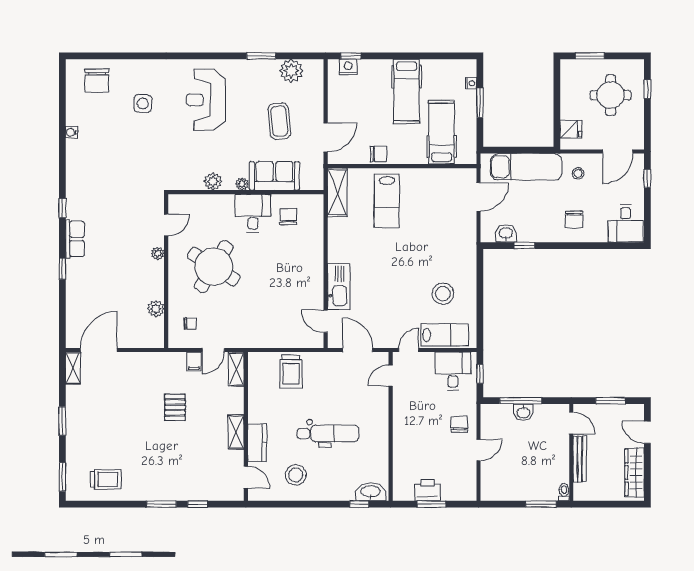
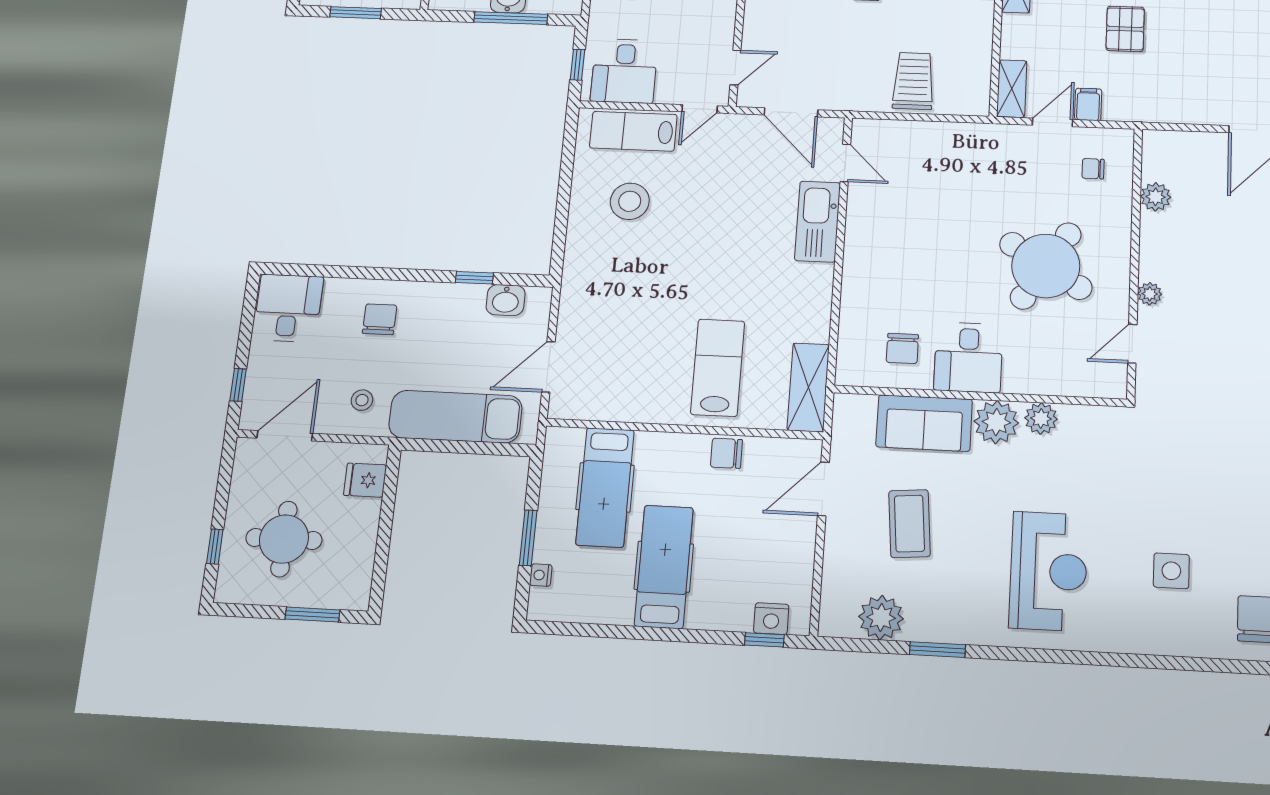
plant: (242, 184) -> (996, 422), width x1.88, depth x1.88

